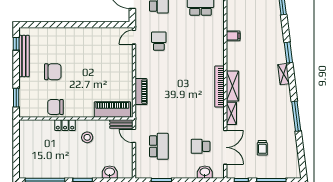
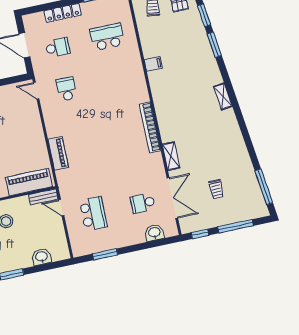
door: (134, 37) -> (36, 91), hinge flipped
window: (288, 52) -> (214, 45), moved
shelving: (232, 86) -> (165, 124), removed
window: (296, 116) -> (264, 187), moved

